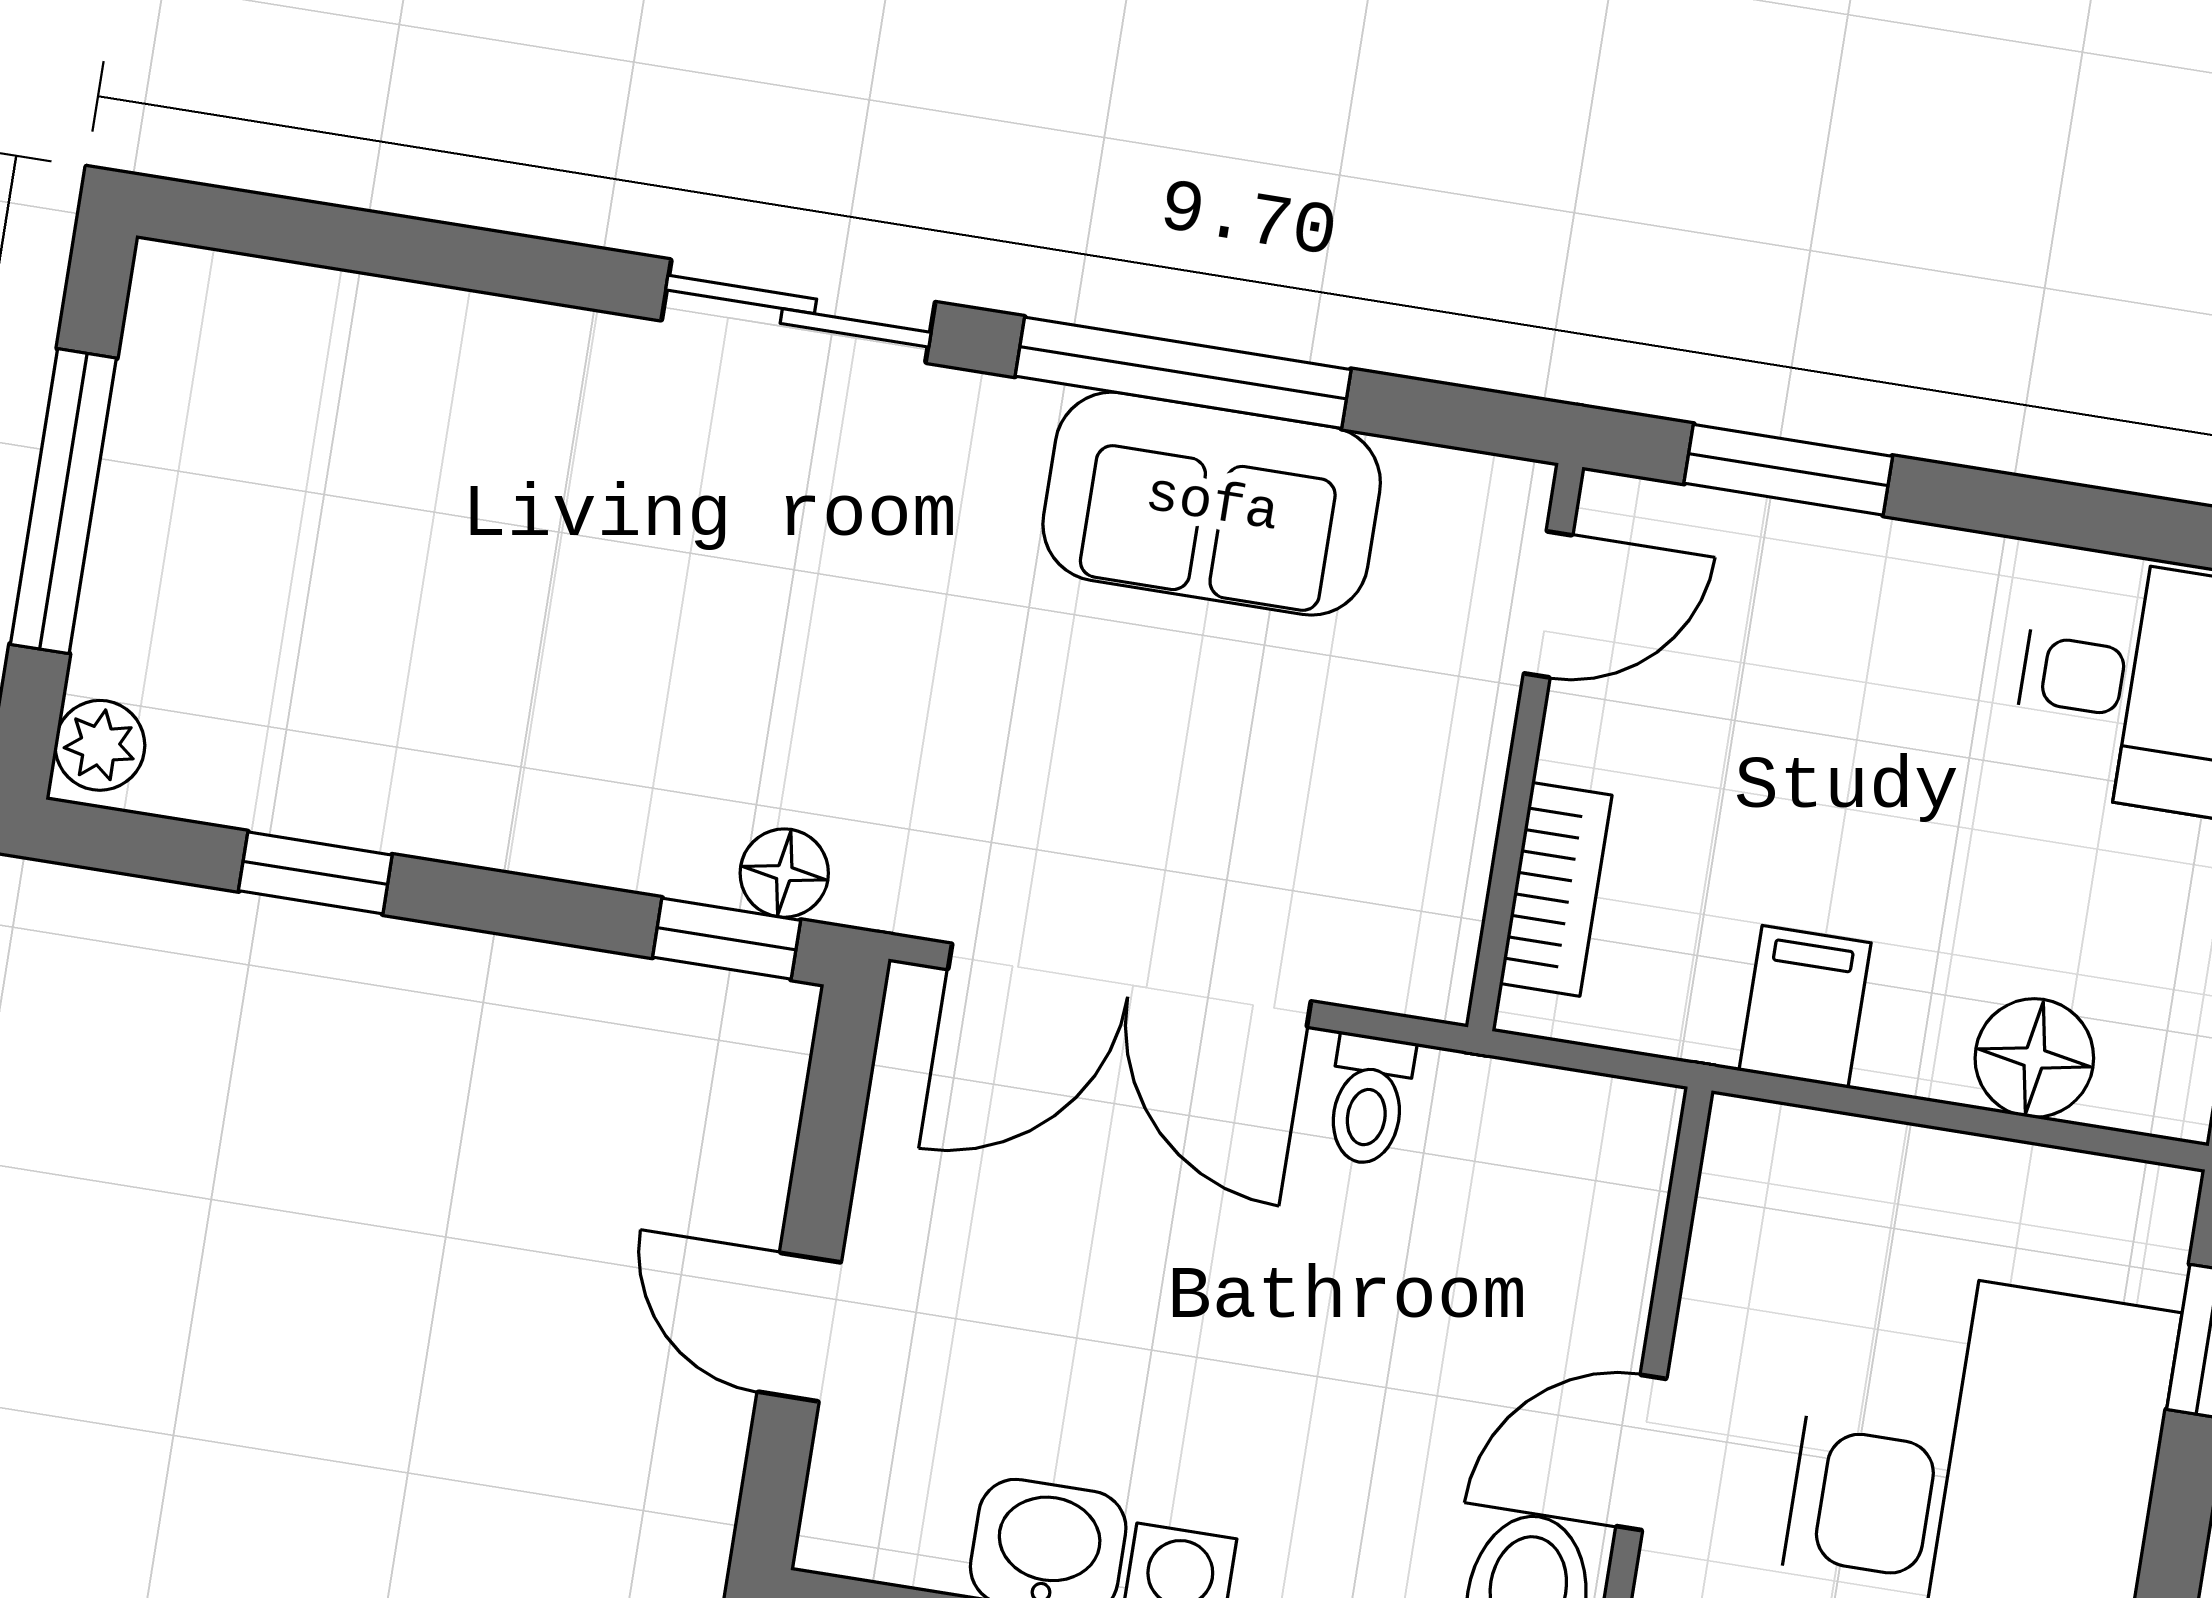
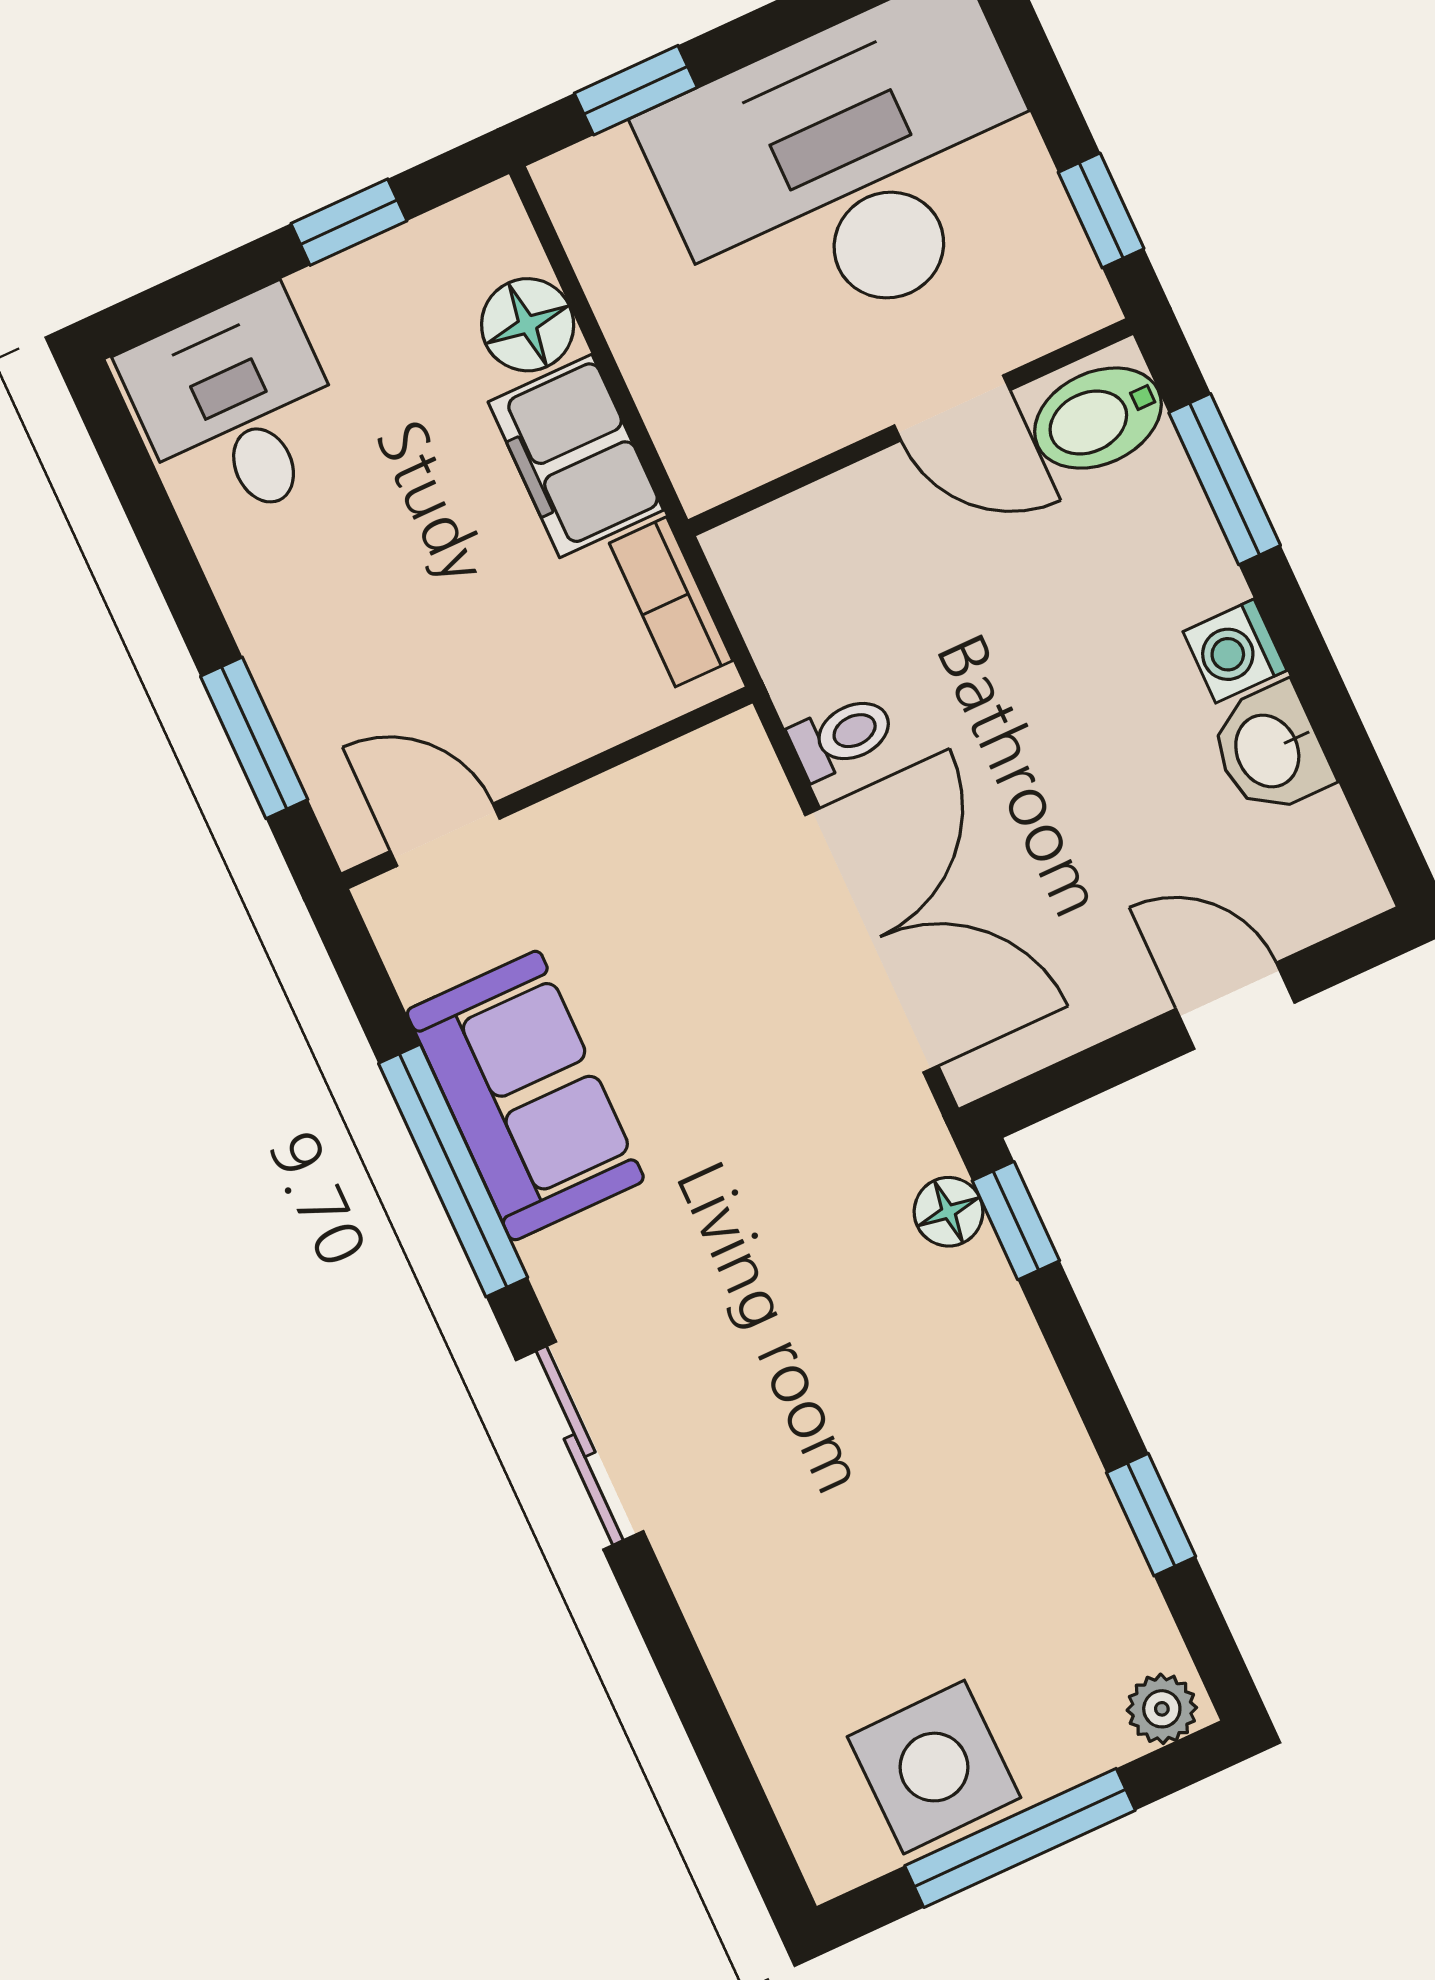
side table: (201, 460) -> (934, 1767), added
bookcase: (1556, 889) -> (671, 602), moved, turned -90
filing cabinet: (1805, 1007) -> (576, 456), width x2.00
door: (799, 1327) -> (1235, 1006), swing flipped

